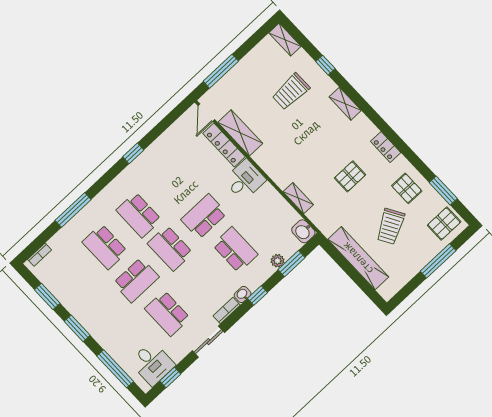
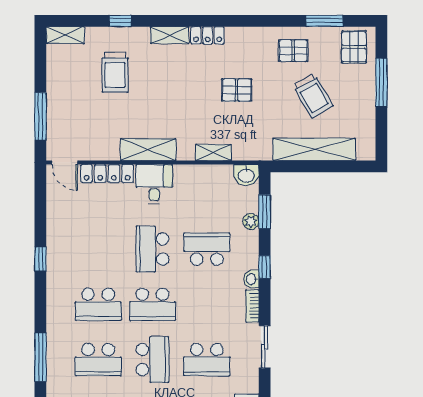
shelving: (240, 133) -> (148, 150), moved
locker: (386, 147) -> (208, 35), moved
pallet: (350, 176) -> (237, 90), turned 90

